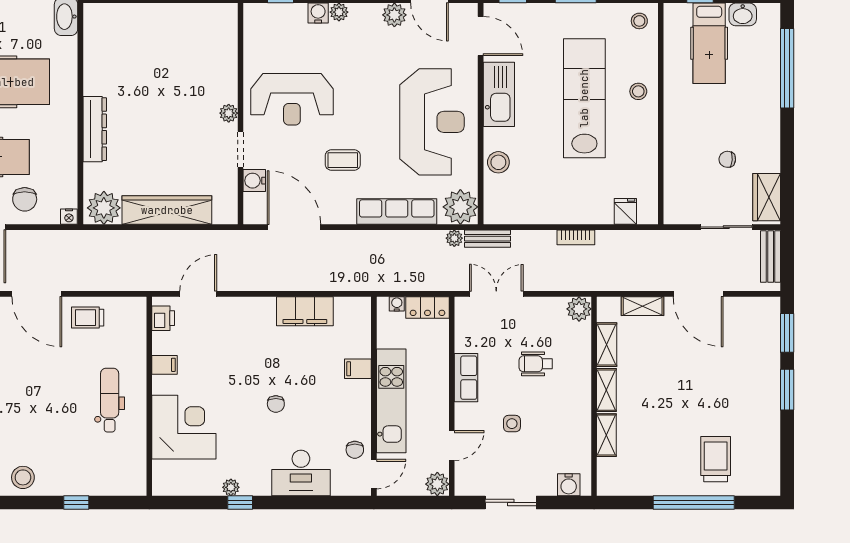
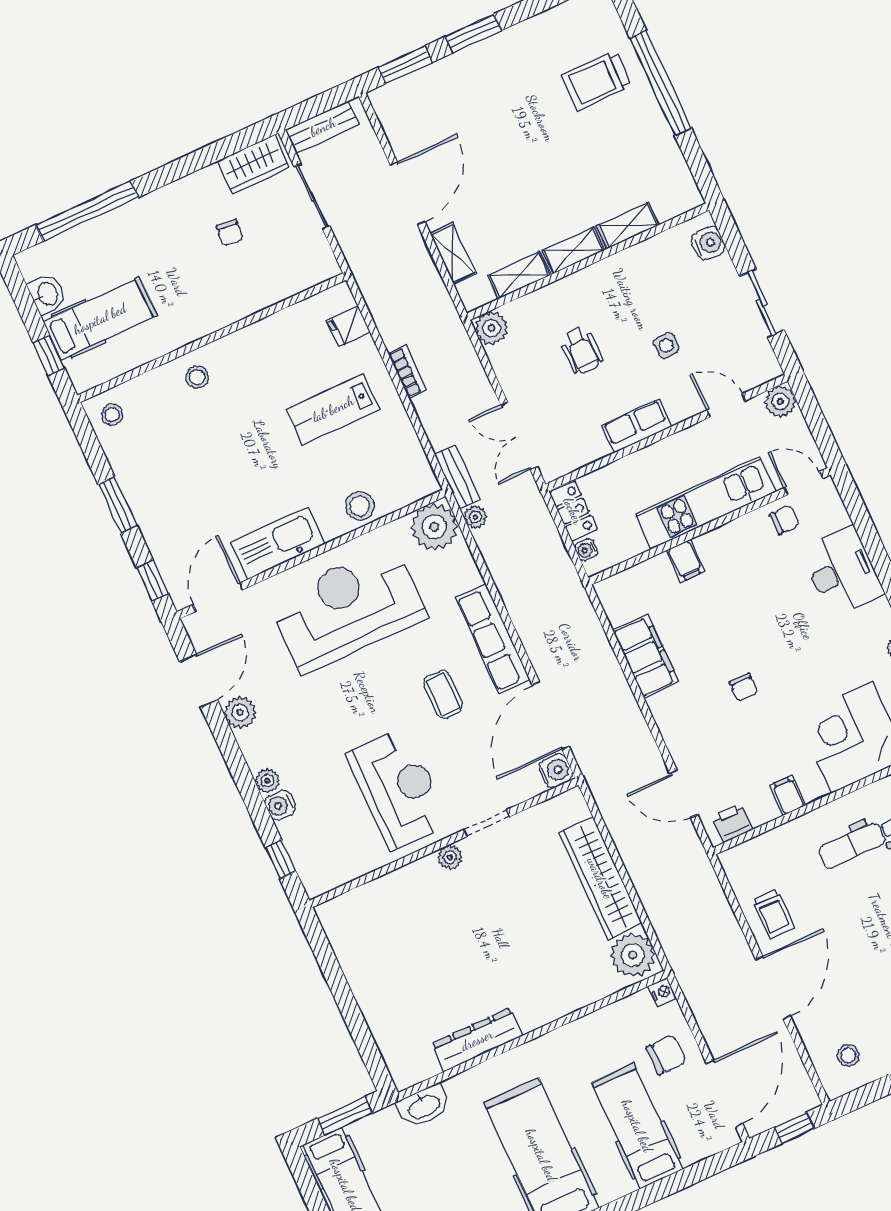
lab bench: (584, 98) -> (333, 409), moved, width x0.54, depth x0.72
dresser: (95, 129) -> (477, 1040), moved
water cooler: (254, 181) -> (556, 771), moved, turned -90
row of seats: (397, 212) -> (492, 639), moved
chair: (276, 404) -> (744, 687), moved, turned 90

